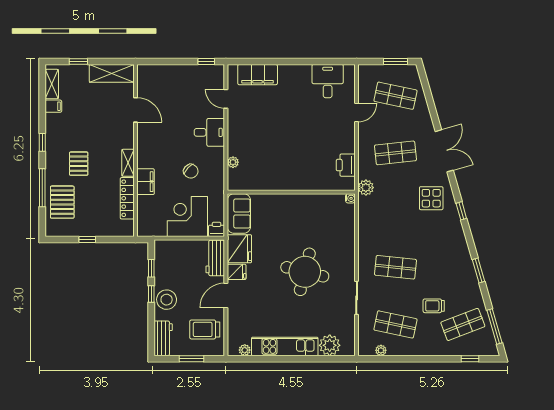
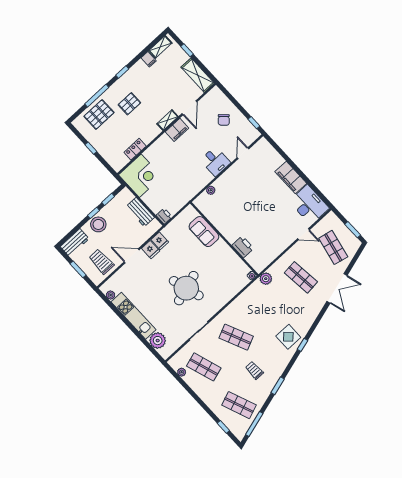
filing cabinet: (258, 75) -> (291, 178), moved
desk: (328, 81) -> (309, 205), width x1.37
double door: (444, 151) -> (337, 288), moved
shelving: (128, 163) -> (168, 120), moved
printer: (346, 165) -> (243, 247), moved, turned 90
chair: (191, 171) -> (224, 120), moved
filing cabinet: (146, 182) -> (177, 130), moved
locker: (127, 198) -> (135, 149), width x0.66
display table: (431, 198) -> (288, 337), moved
sofa: (239, 213) -> (204, 232), moved, turned 90
corner desk: (187, 217) -> (140, 176), moved, turned 90
fridge: (239, 249) -> (160, 241), width x0.53, depth x0.75
workbench: (215, 258) -> (140, 212), moved, turned -90
shop shelf: (395, 267) -> (236, 337), turned -30
round table: (305, 272) -> (186, 288), turned -31
trolley: (434, 306) -> (254, 370), moved
shop shelf: (395, 324) -> (204, 367), turned -30

